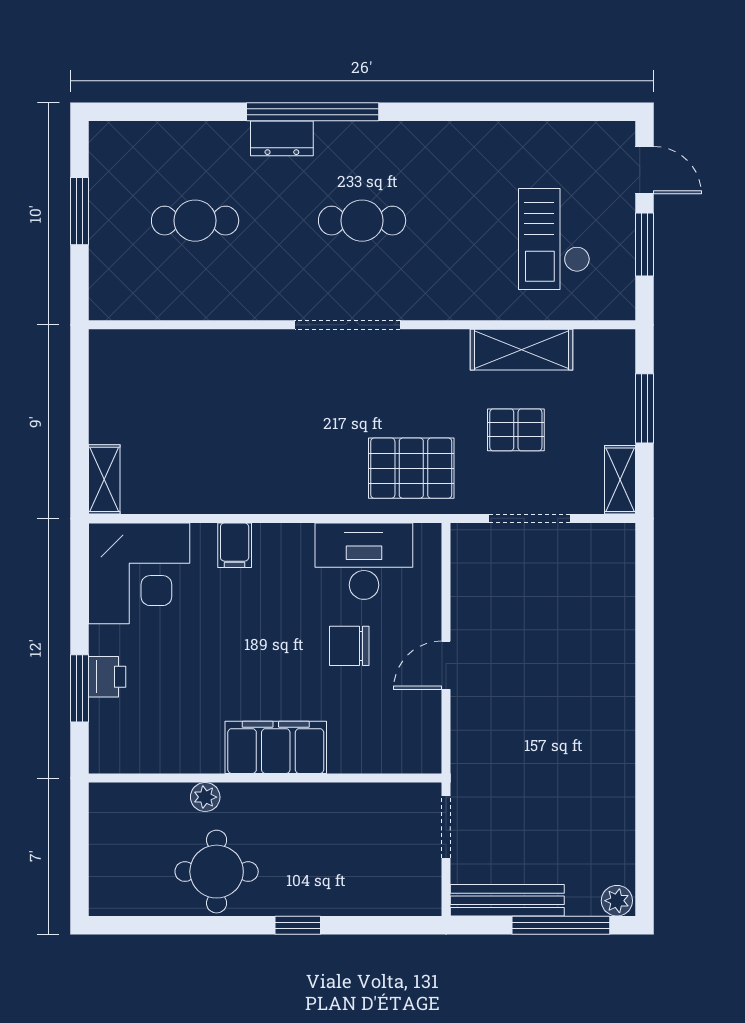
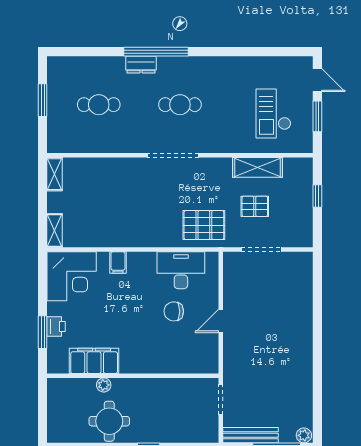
window: (645, 408) -> (317, 196), width x0.67
shelving: (620, 480) -> (55, 174), moved
filing cabinet: (276, 747) -> (94, 361), moved

